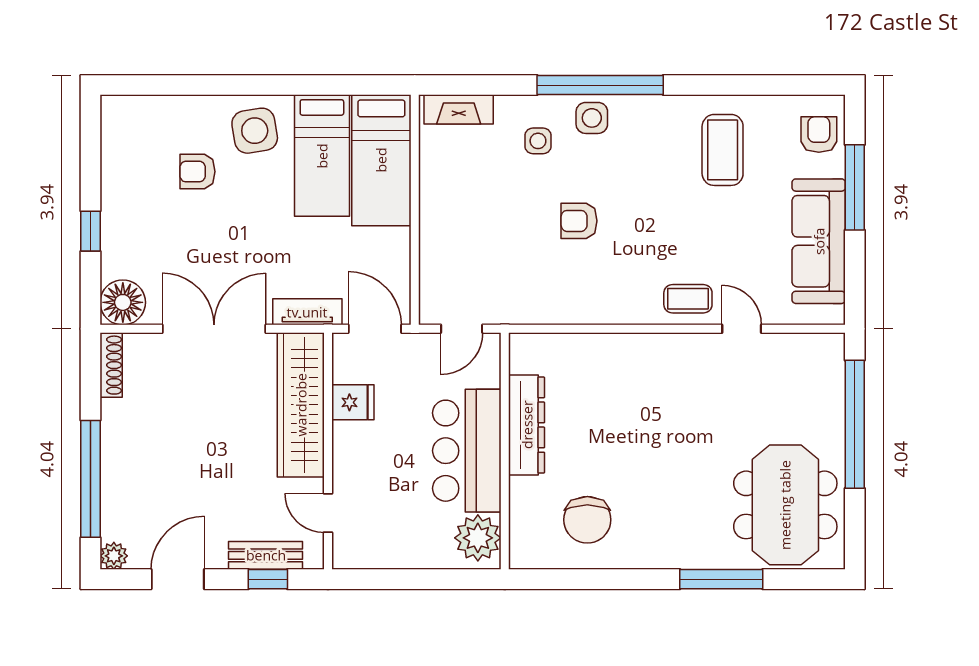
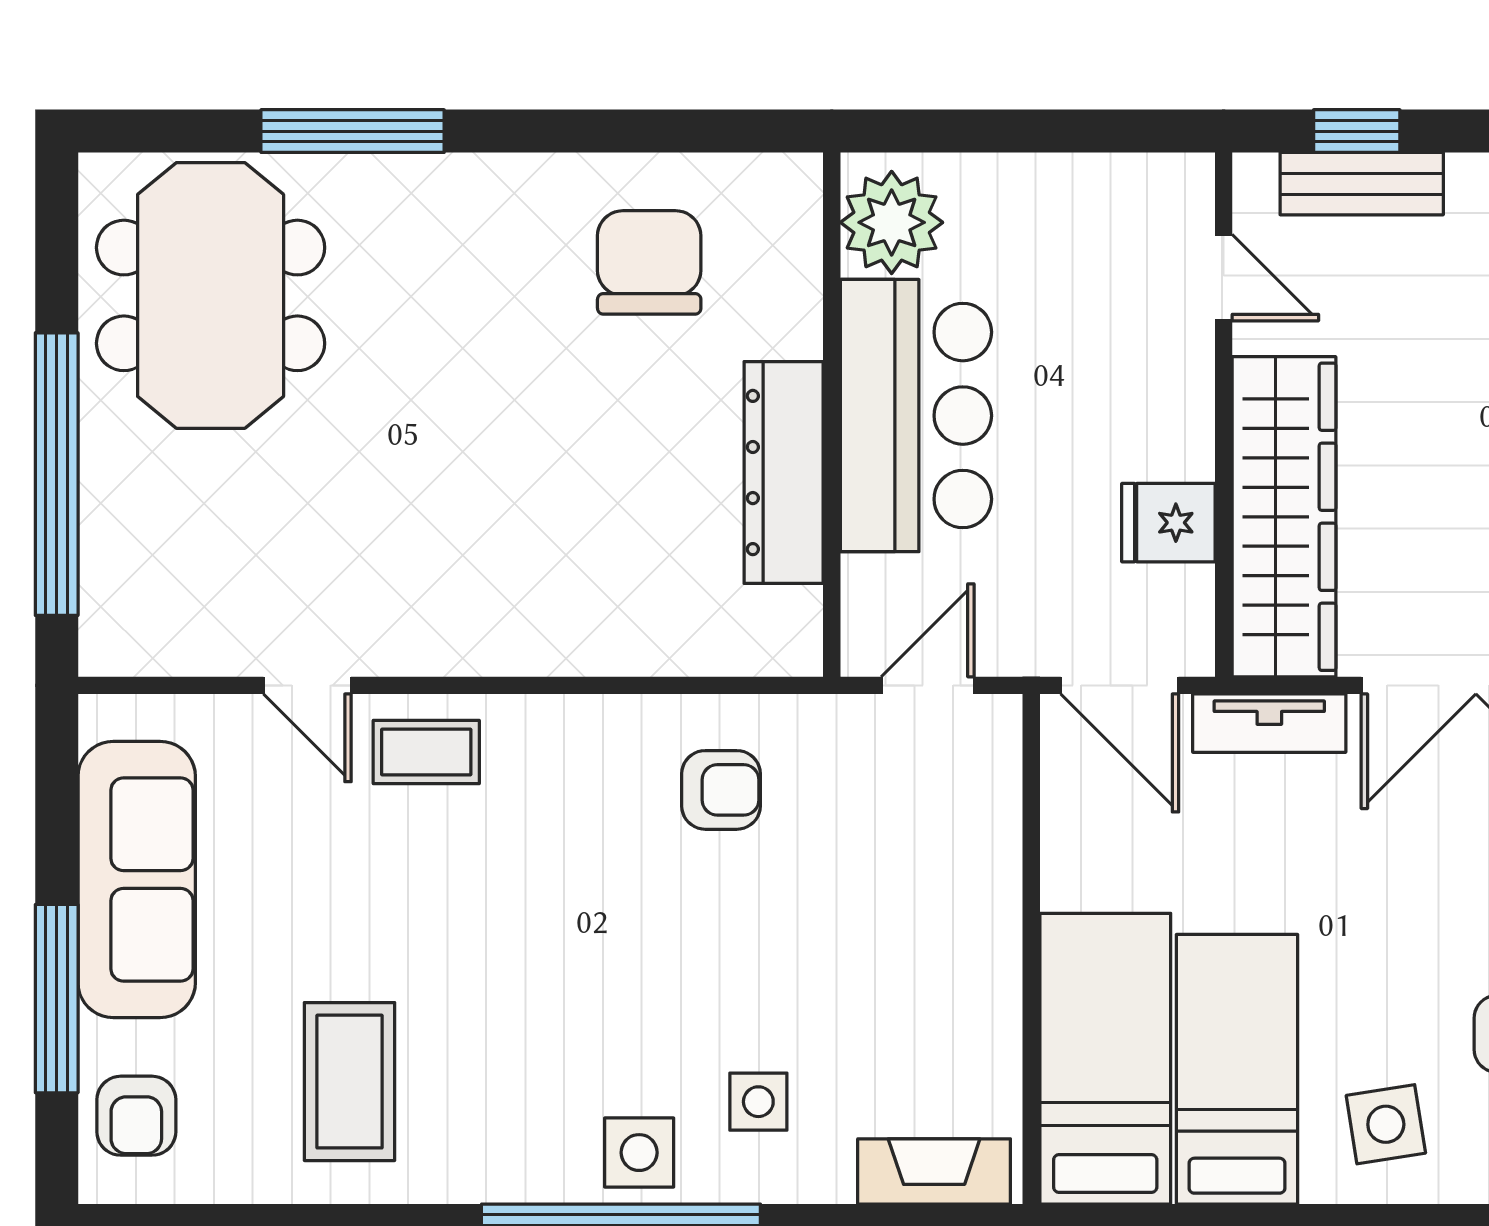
side table: (255, 131) -> (1386, 1124), width x0.73, depth x0.73
armchair: (579, 221) -> (721, 790), moved

